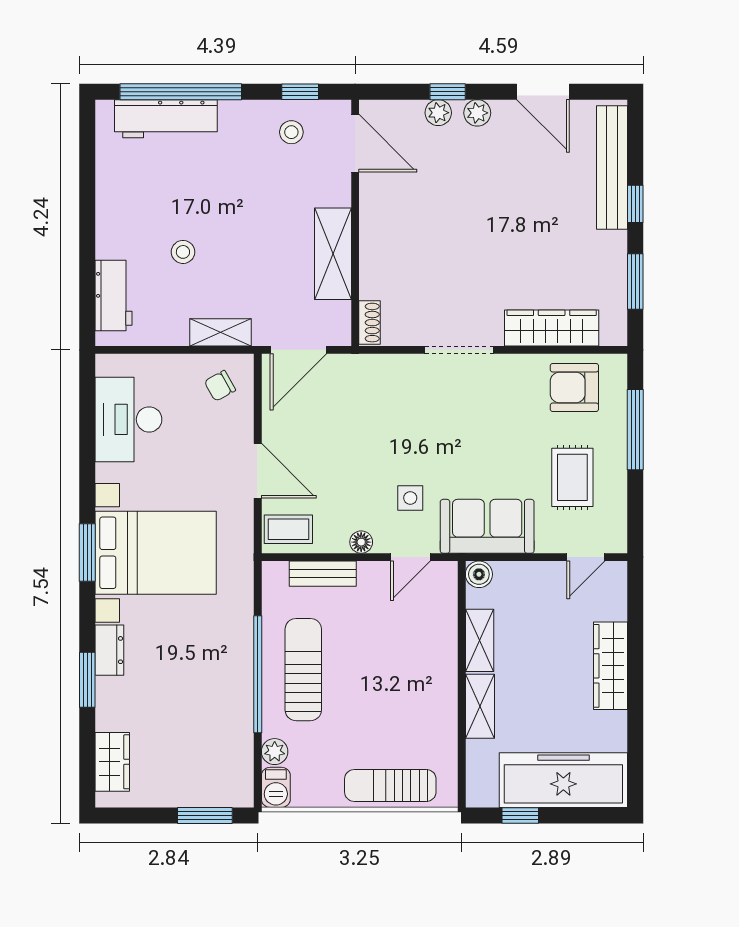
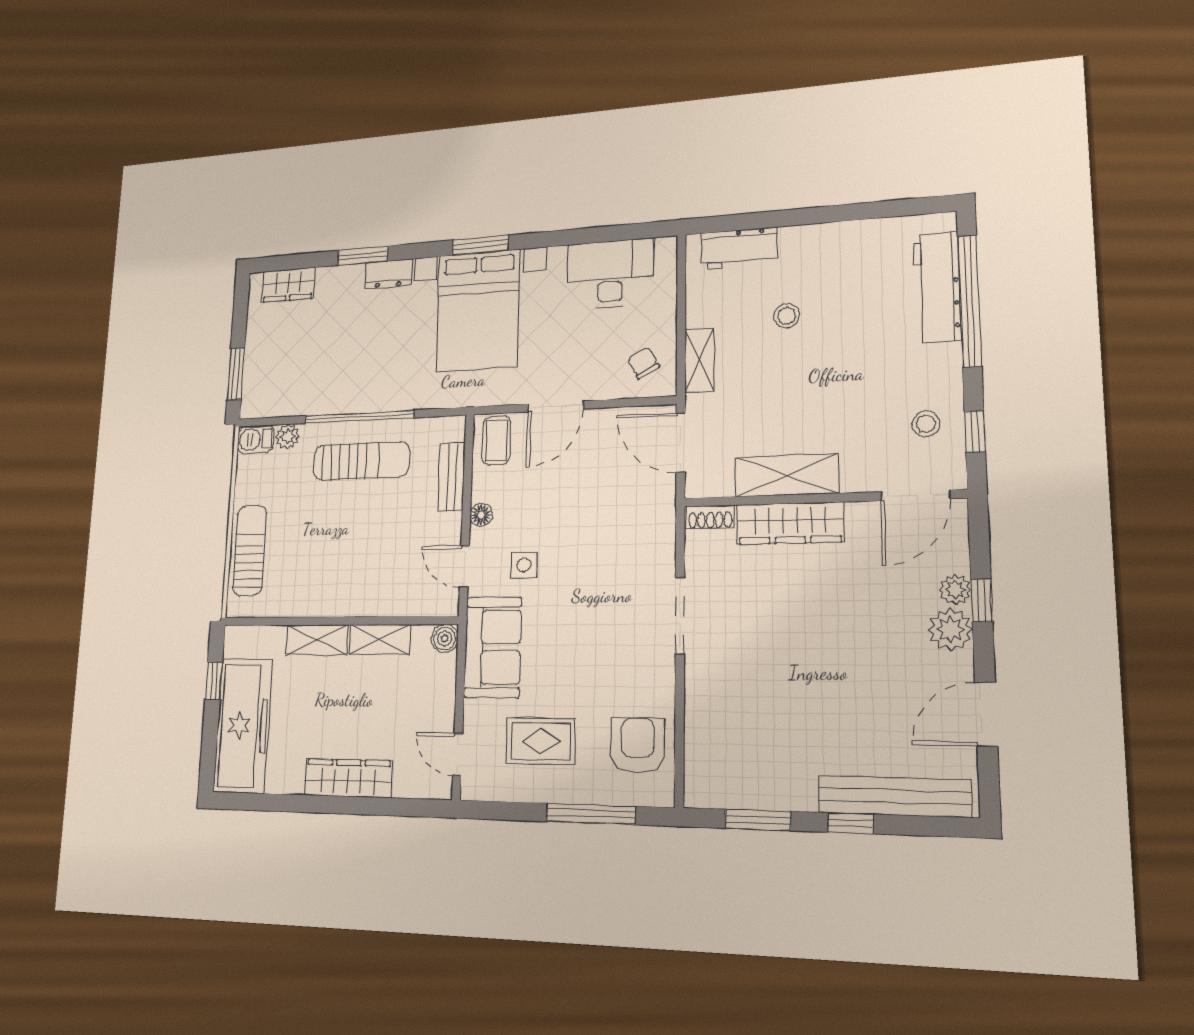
plant: (477, 113) -> (950, 630), width x1.38, depth x1.38
wardrobe: (552, 328) -> (790, 523), moved, turned 90

